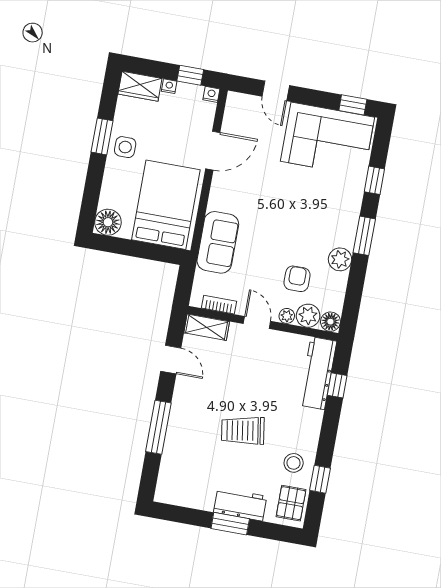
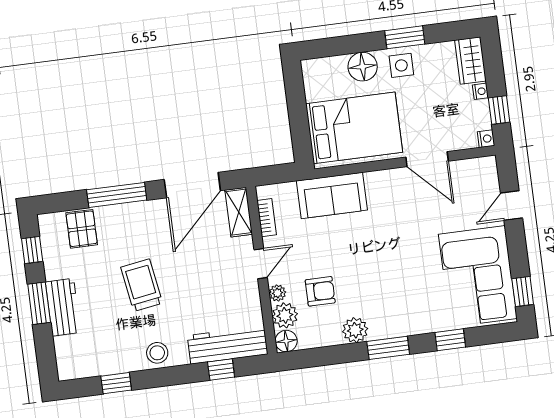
floor lamp: (108, 222) -> (363, 67), moved
door: (171, 360) -> (192, 185), width x1.88
stool: (294, 463) -> (157, 353), moved
pallet: (291, 503) -> (82, 229), moved, turned 90
window: (183, 515) -> (32, 250), added

